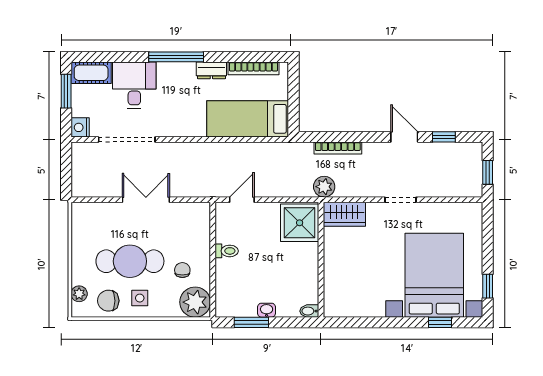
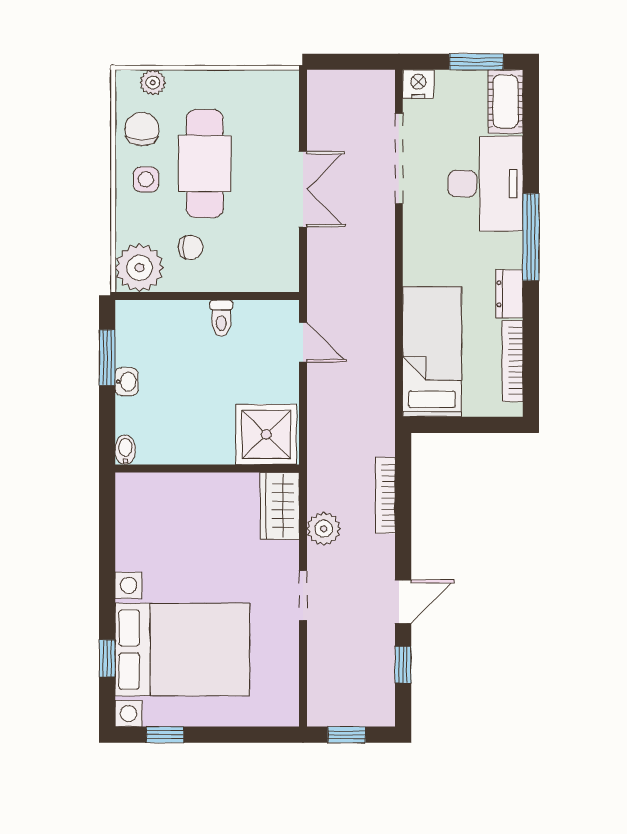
desk: (134, 85) -> (486, 184), width x1.37
plant: (324, 187) -> (324, 529), moved

